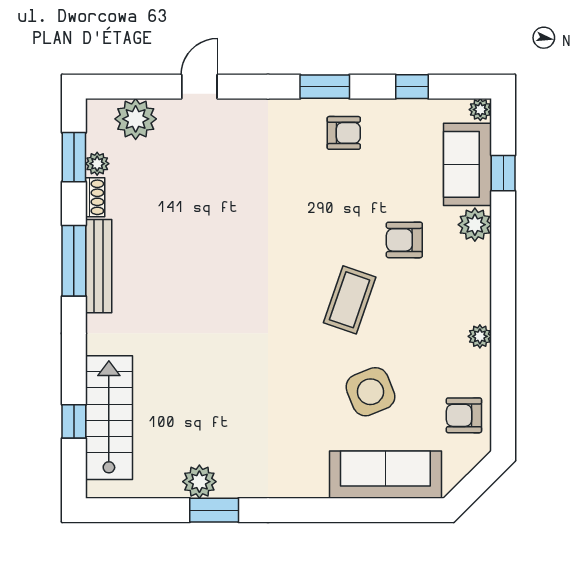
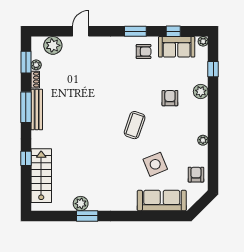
sofa: (468, 164) -> (177, 47), moved, turned -90
armchair: (404, 240) -> (170, 98), turned 90
coffee table: (350, 300) -> (135, 125), moved
armchair: (464, 415) -> (196, 175), turned 90
window: (74, 421) -> (26, 158), moved

